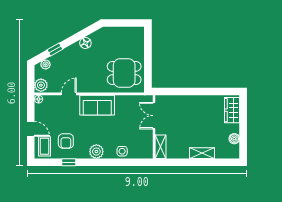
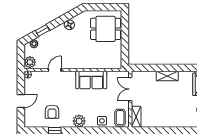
dining table: (124, 73) -> (106, 29), moved
sofa: (97, 105) -> (91, 80), moved
door: (31, 129) -> (21, 101), hinge flipped
coffee table: (44, 146) -> (120, 118), moved
shelving: (202, 153) -> (167, 76), moved

